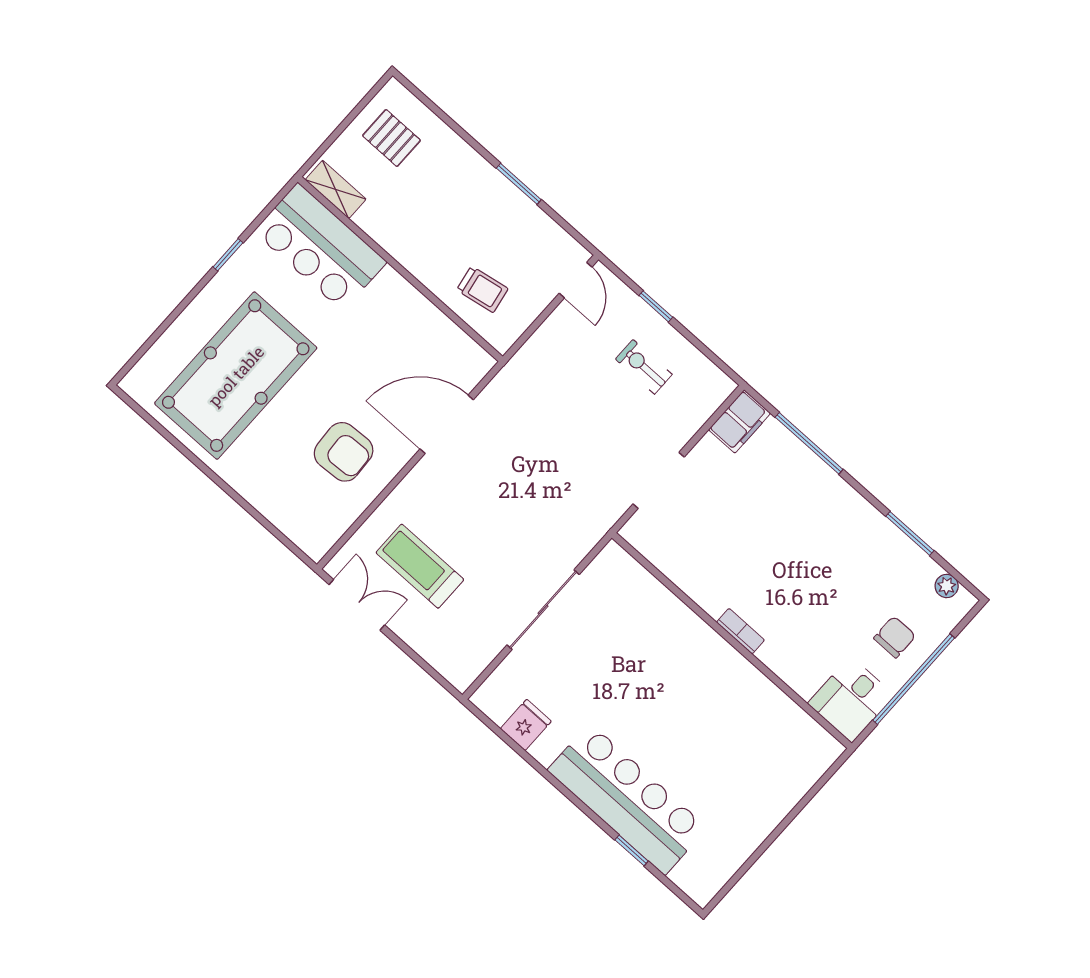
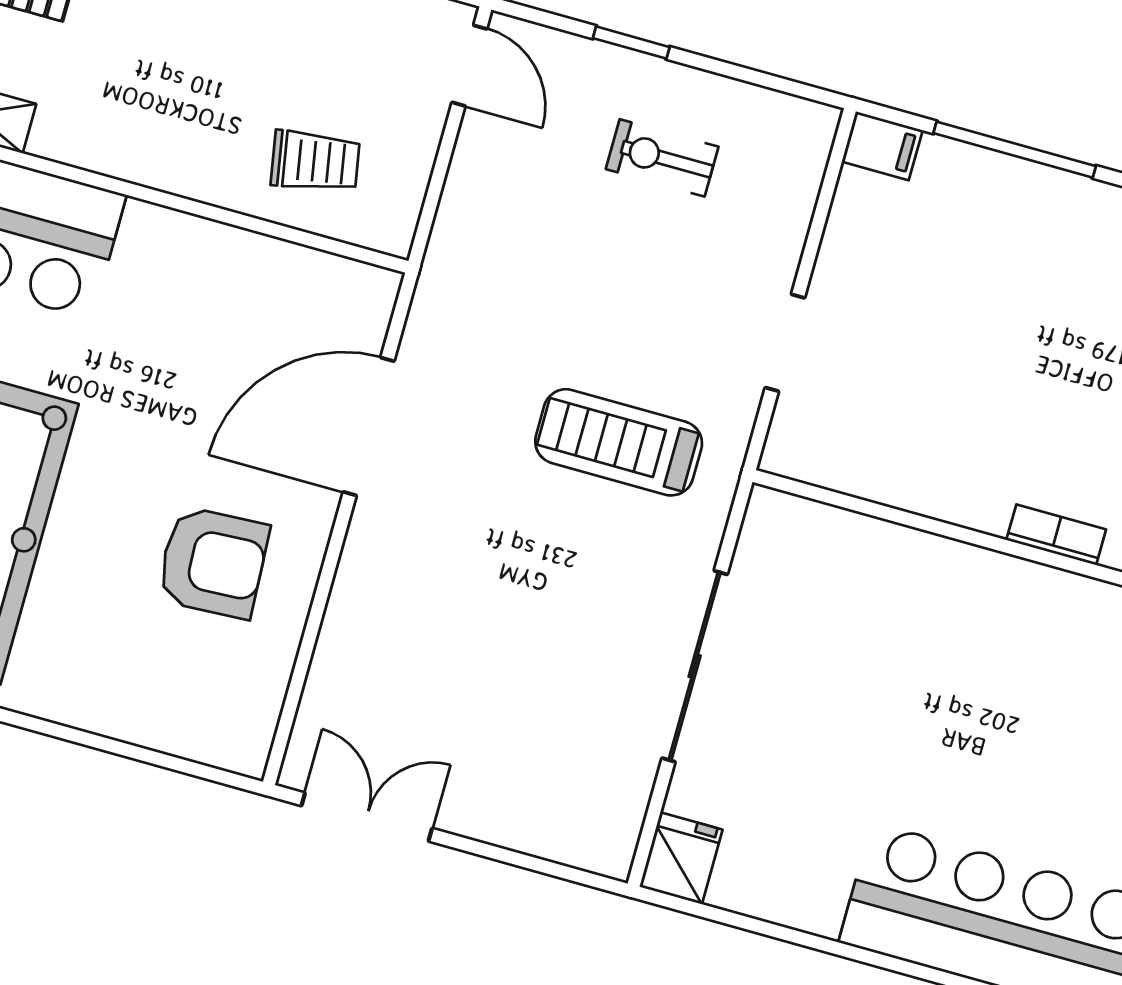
filing cabinet: (740, 421) -> (882, 146), width x0.50
doorway: (659, 480) -> (785, 343), width x0.73
treadmill: (420, 566) -> (619, 442), moved
fridge: (526, 725) -> (681, 858), moved

